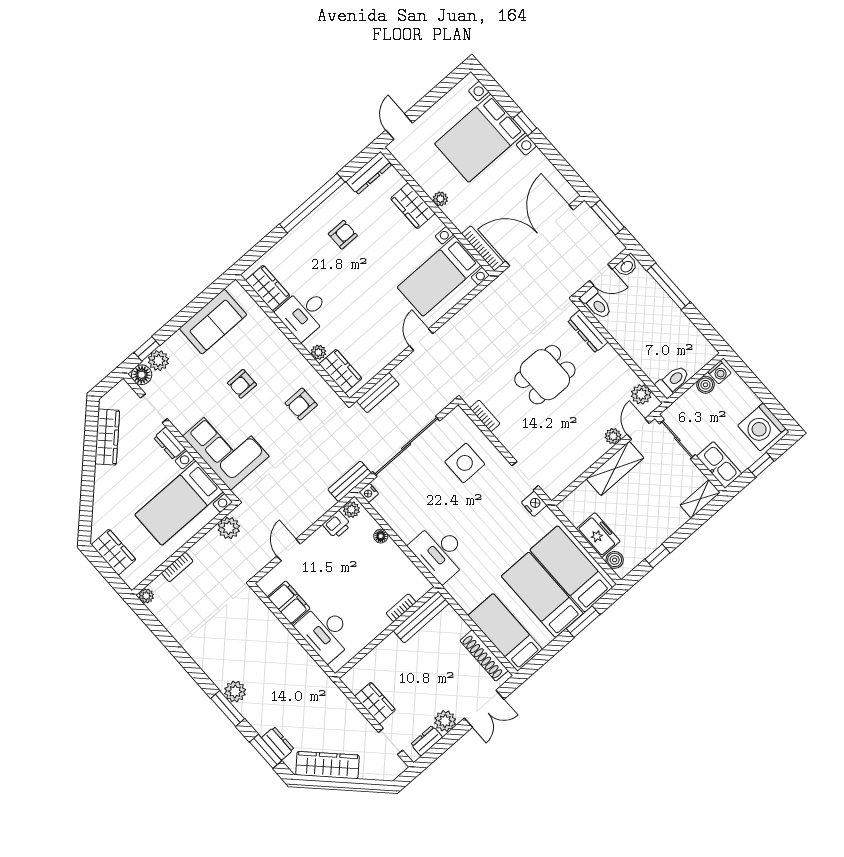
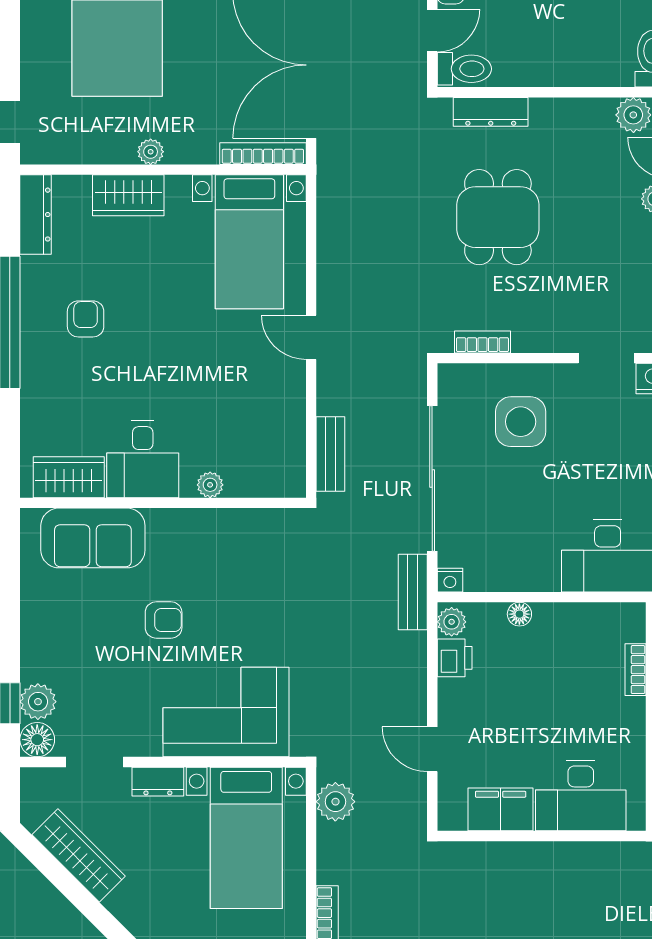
sofa: (213, 322) -> (93, 538), moved, turned 90
wardrobe: (340, 371) -> (260, 478), removed
armchair: (242, 384) -> (164, 620), turned -90
armchair: (301, 404) -> (257, 566), removed

